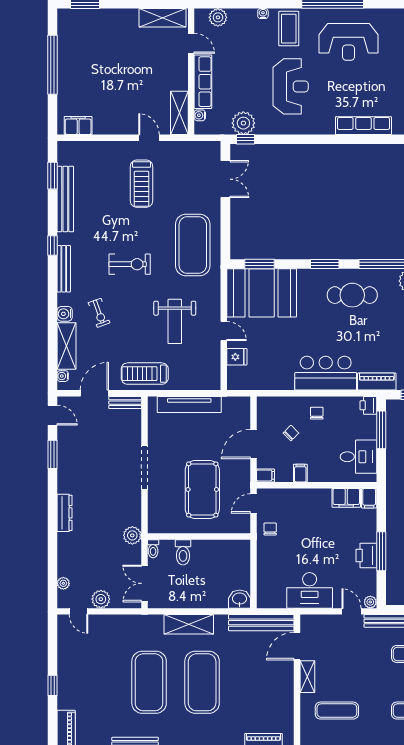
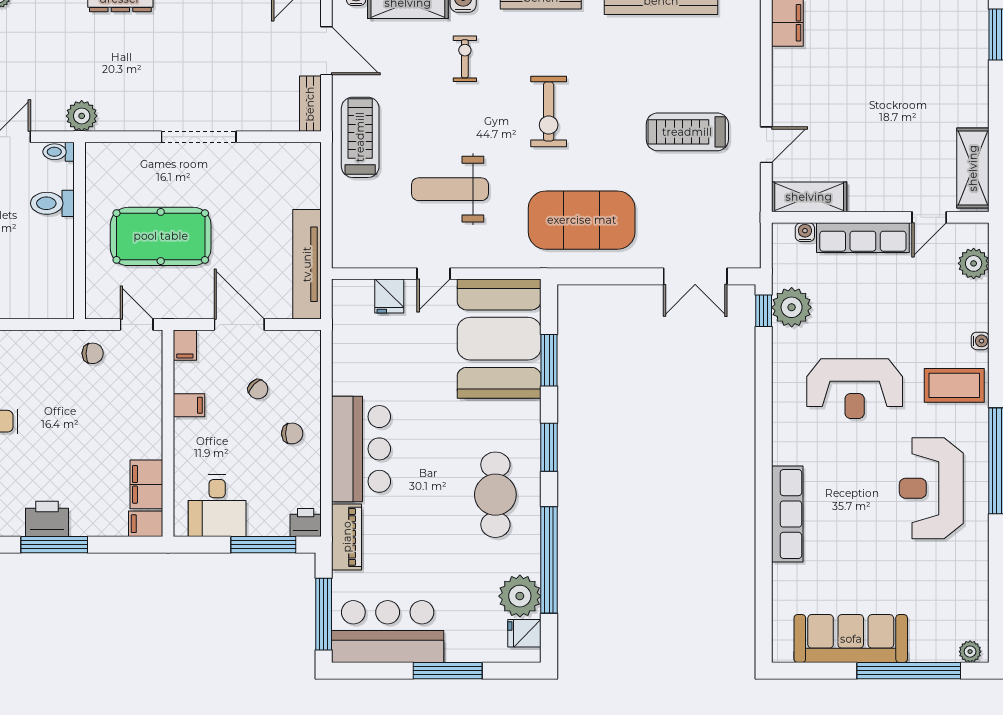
window: (260, 264) -> (549, 360), moved
exercise bike: (99, 313) -> (465, 59), turned 110
tv unit: (189, 405) -> (307, 264), moved

